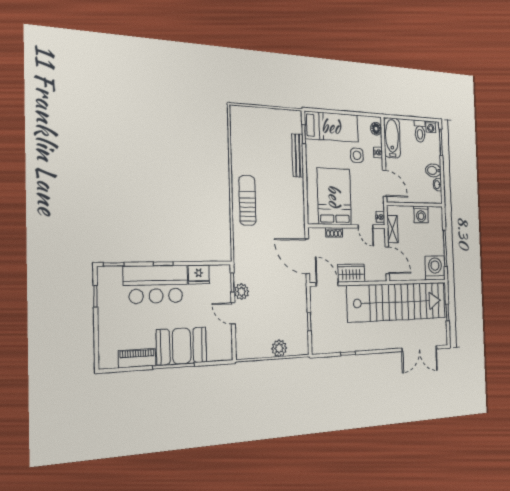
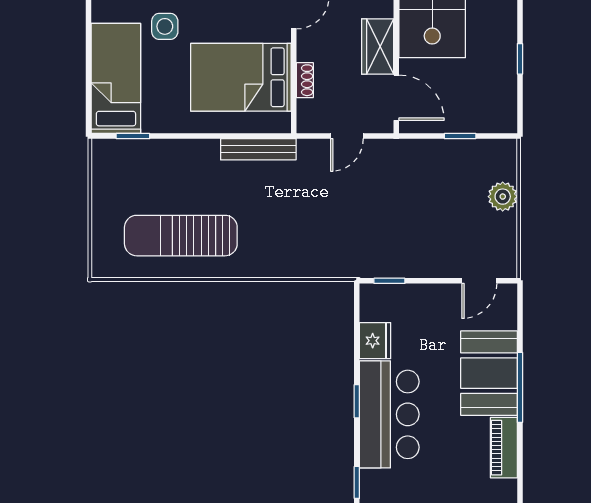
bench: (298, 155) -> (258, 149), moved
sun lounger: (247, 200) -> (181, 236), moved, width x1.36, depth x1.34
door: (307, 256) -> (347, 136), width x0.53
door: (327, 284) -> (396, 98), swing flipped
plant: (241, 292) -> (405, 264), removed
door: (233, 313) -> (479, 281), moved

